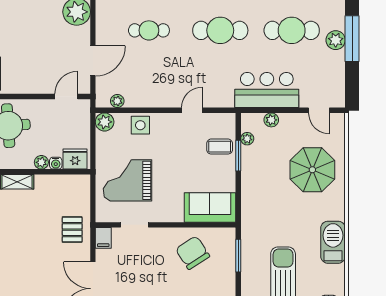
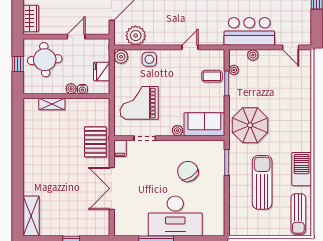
door: (66, 97) -> (76, 37), moved
plant: (117, 101) -> (136, 36), width x1.87, depth x1.87
fridge: (75, 159) -> (102, 71), moved, turned -90
parasol: (312, 170) -> (250, 125), moved
plant: (176, 215) -> (177, 131), added
pallet: (72, 230) -> (95, 142), width x1.50, depth x1.42
barbecue: (333, 242) -> (302, 169), moved
chair: (193, 253) -> (188, 171), moved

